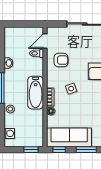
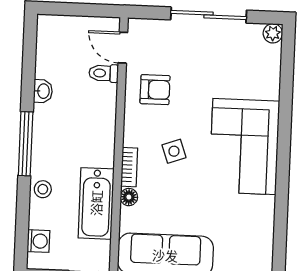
door: (45, 41) -> (123, 48), hinge flipped
bathtub: (36, 93) -> (96, 203), moved

